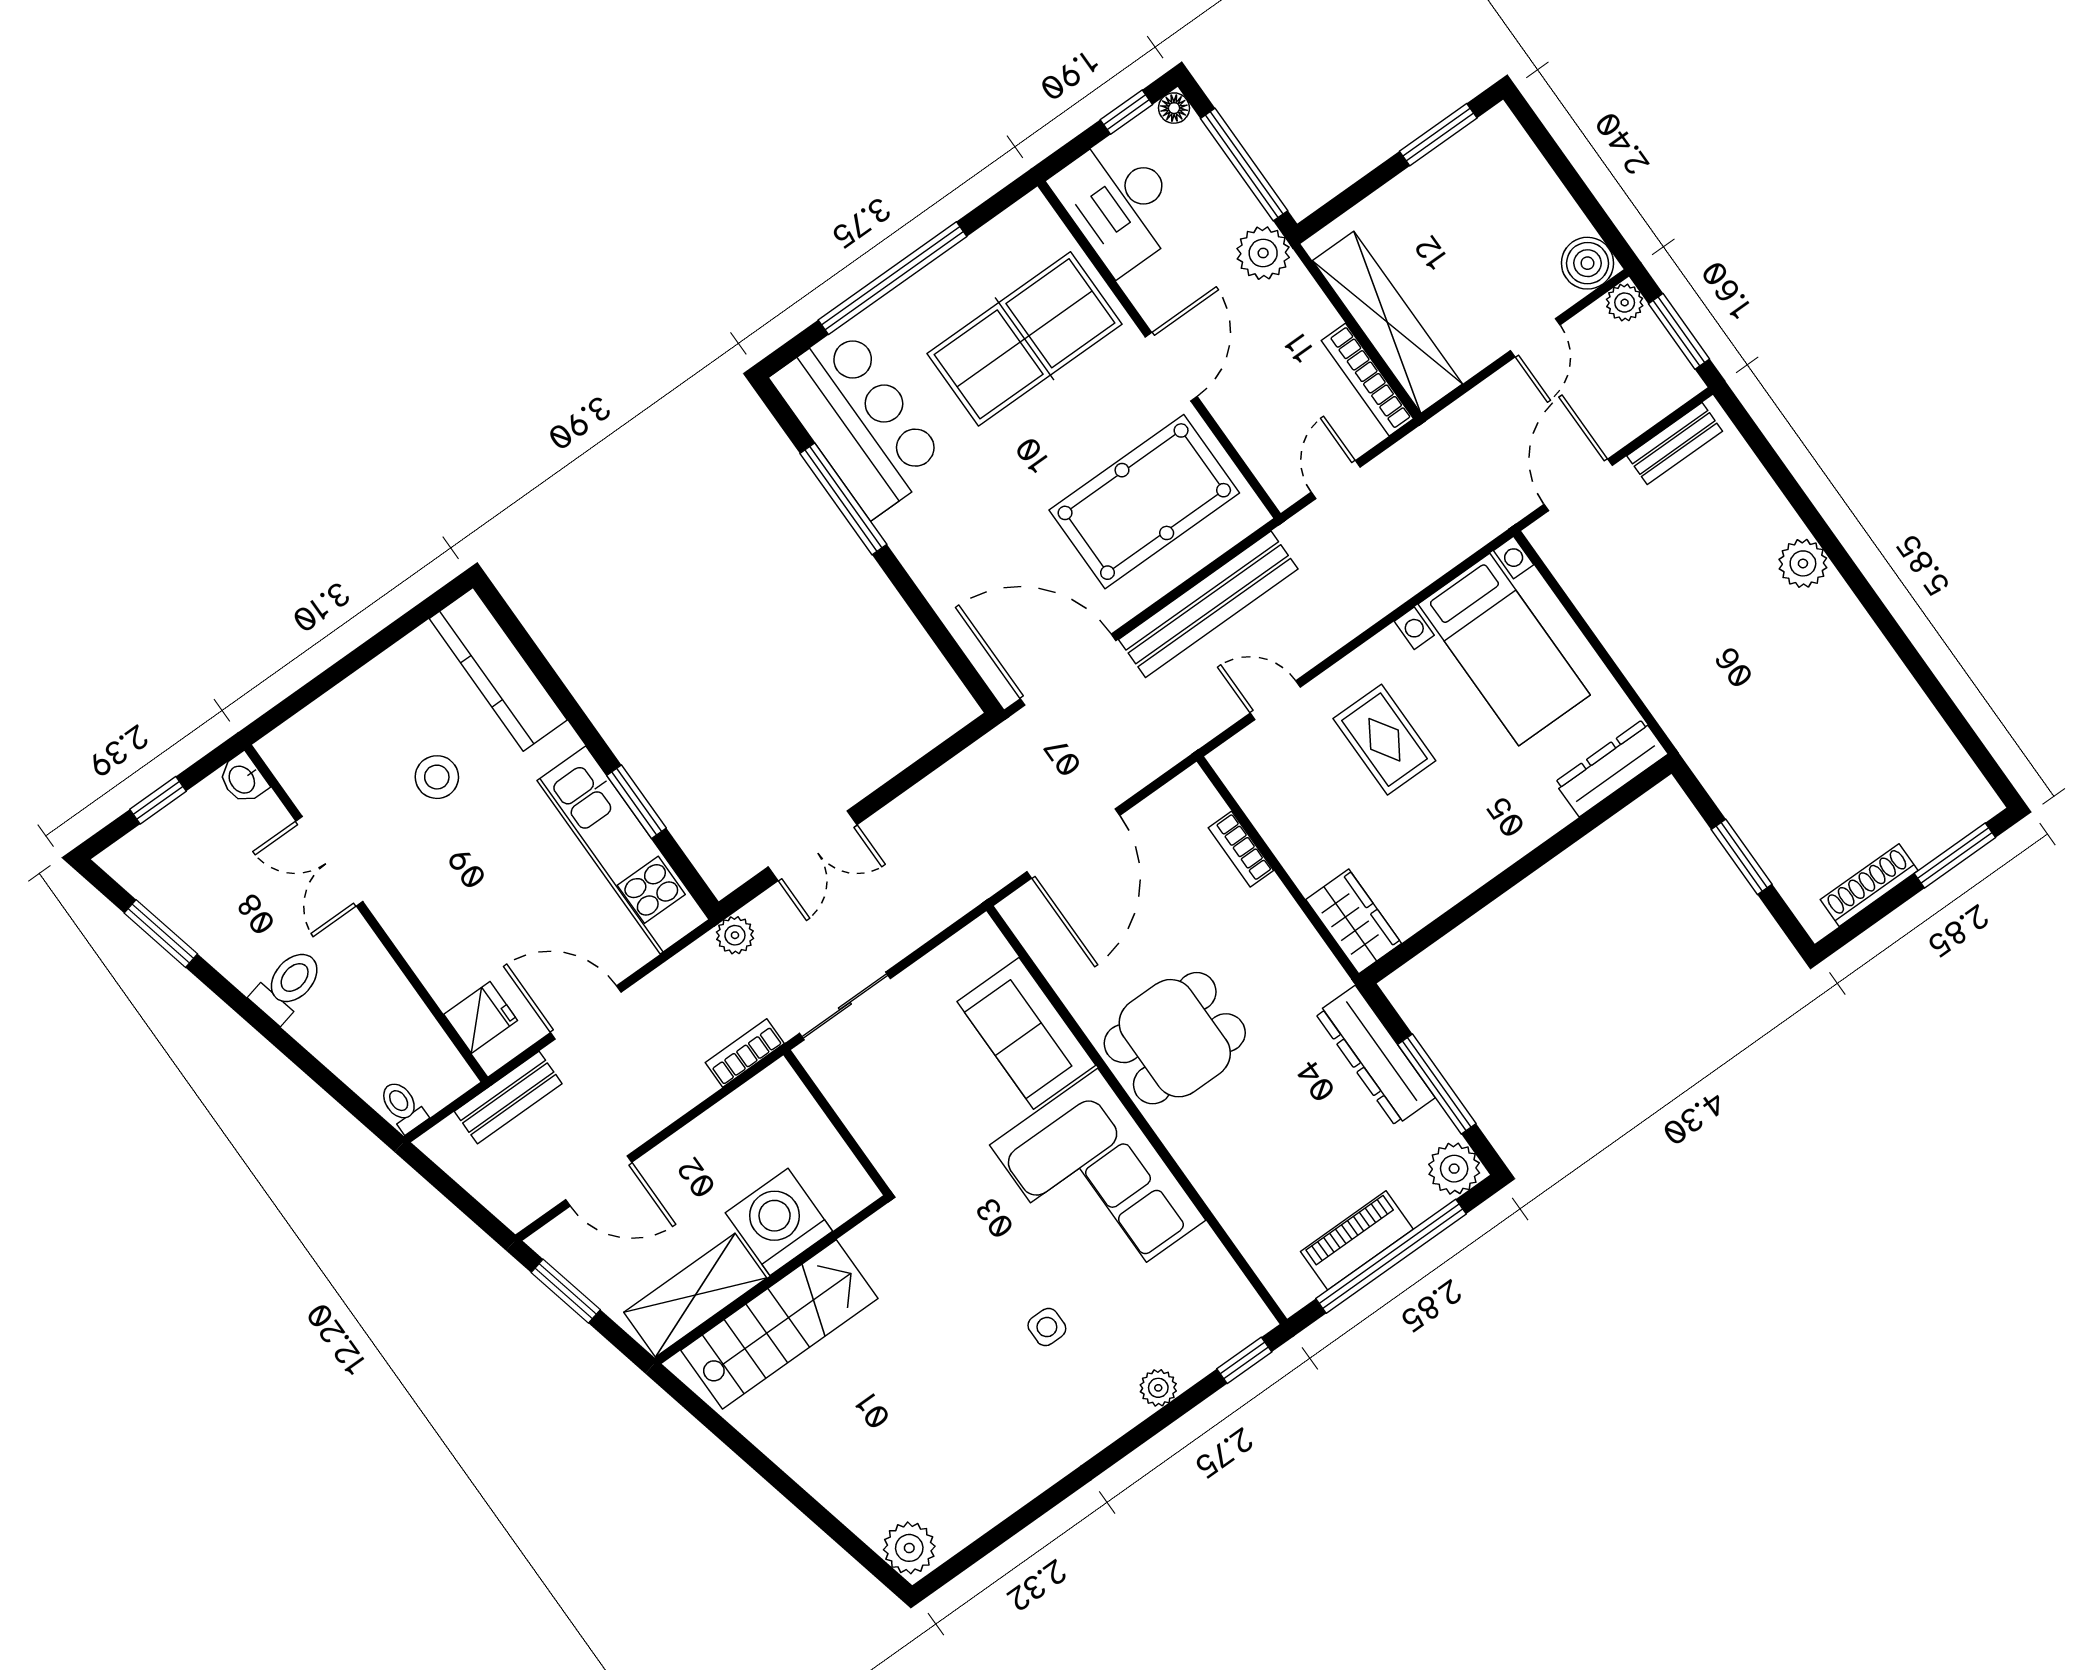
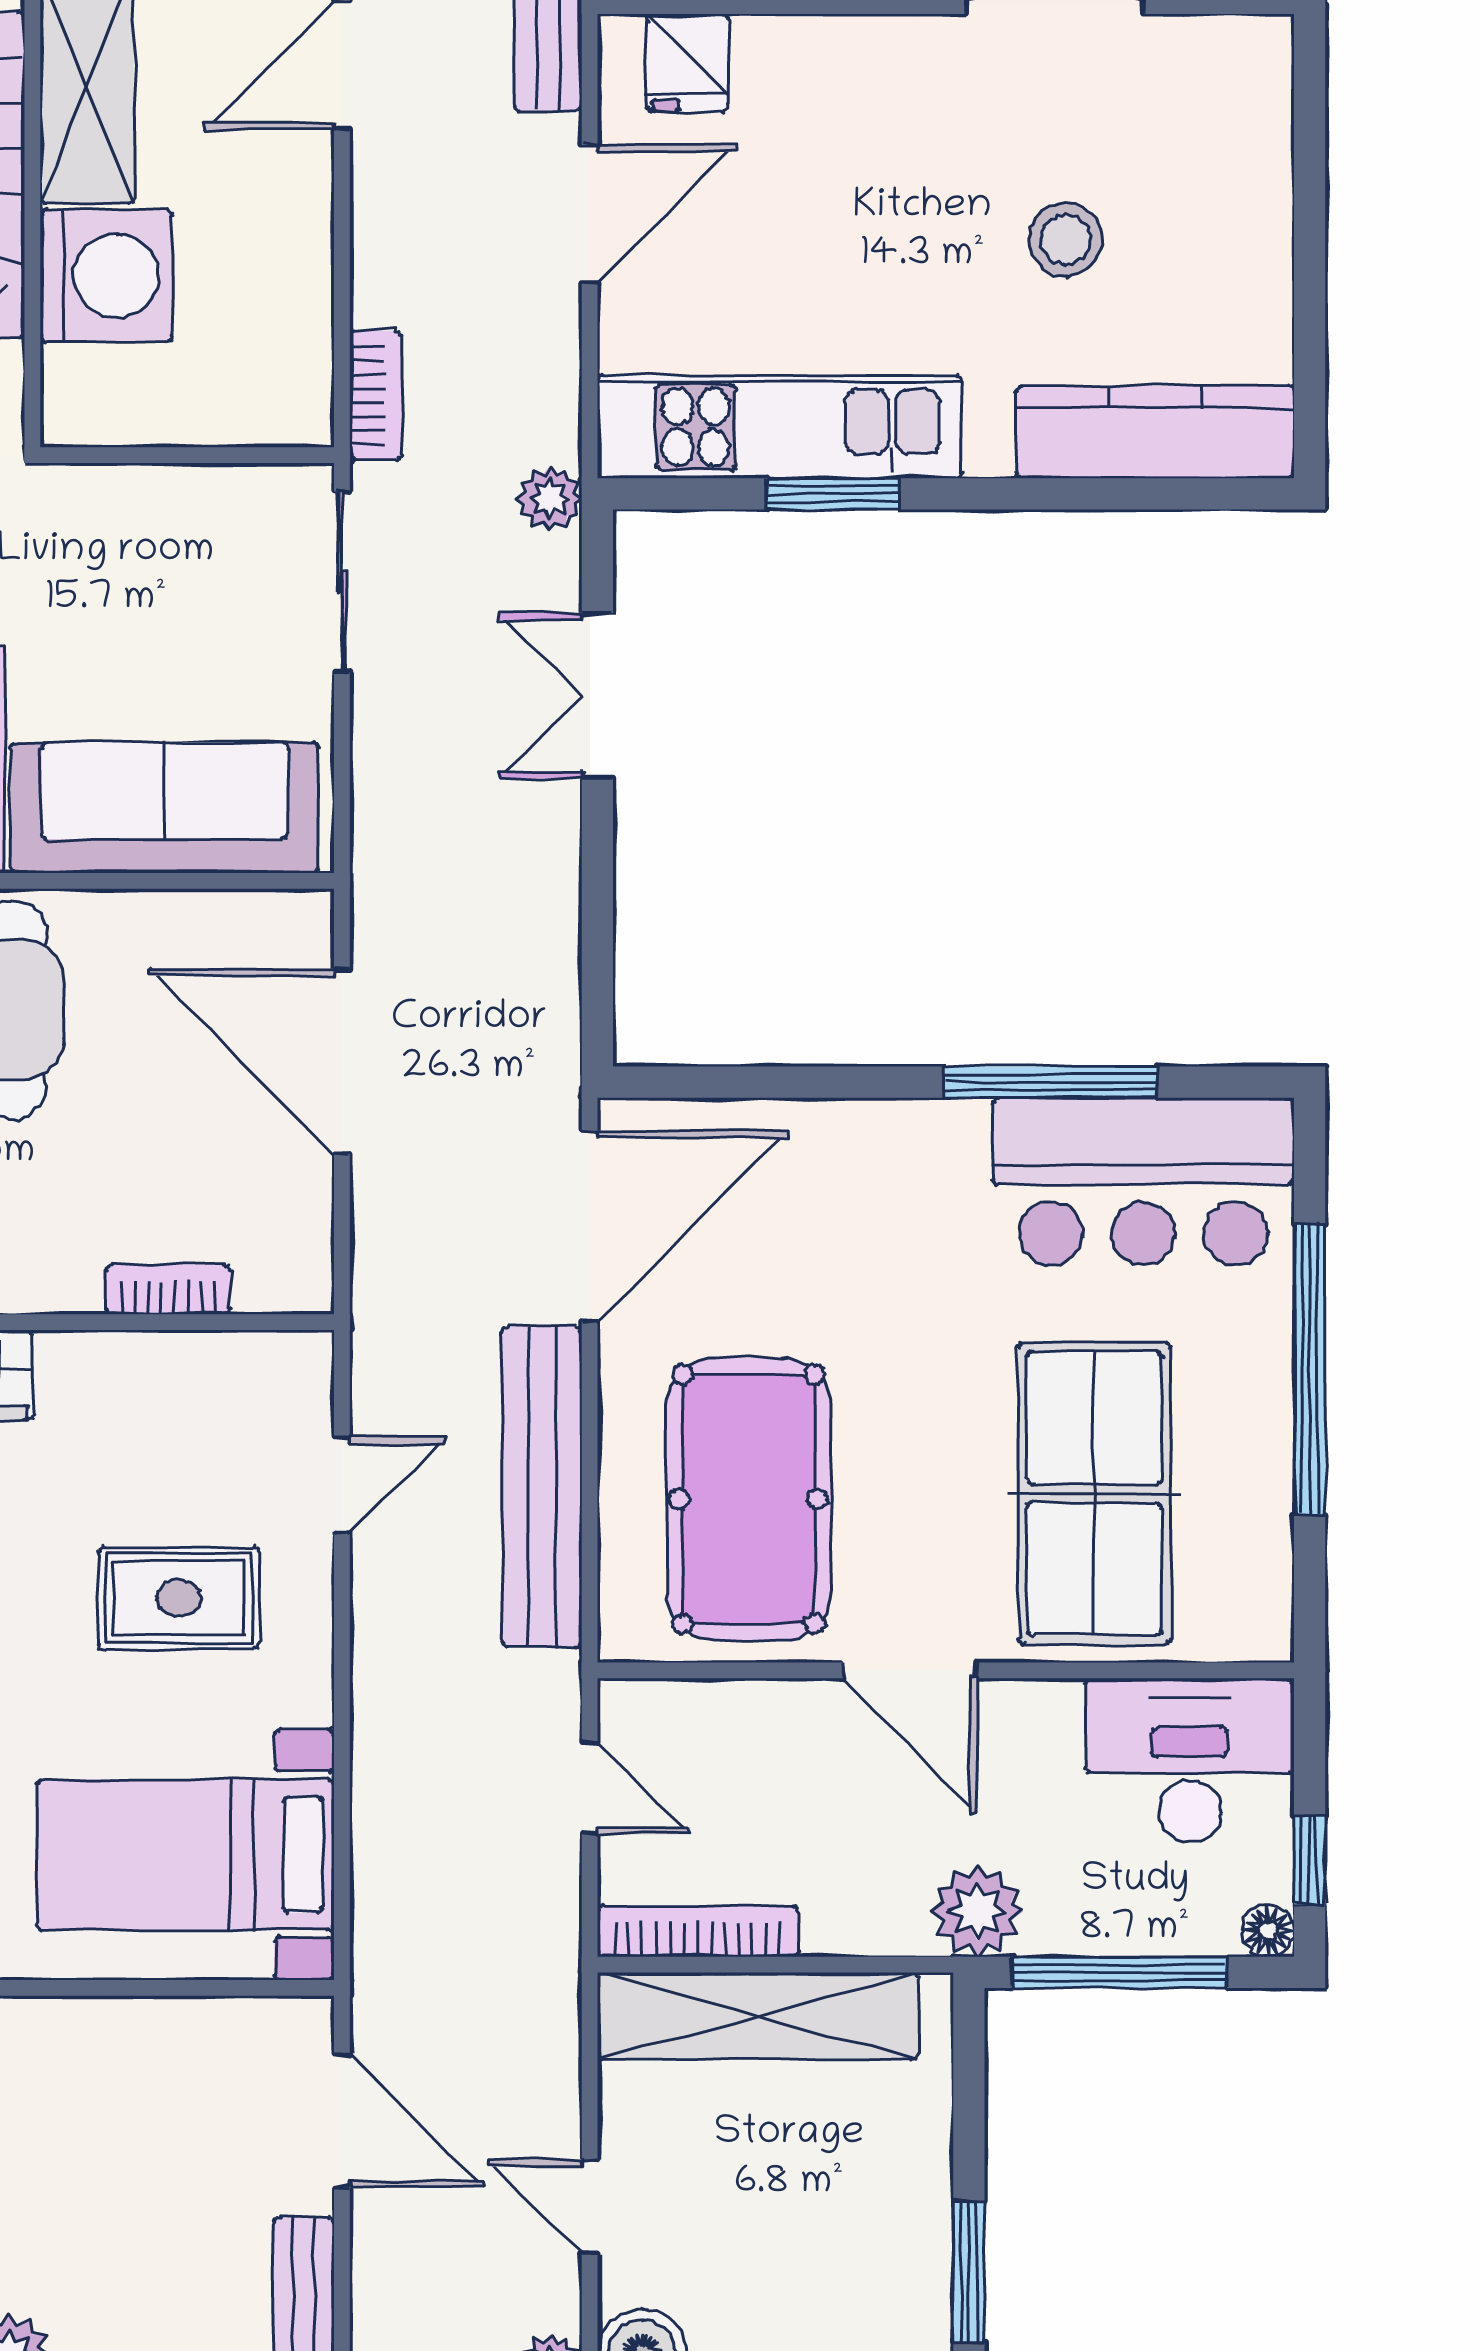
sofa: (1026, 1033) -> (165, 808), width x1.36

